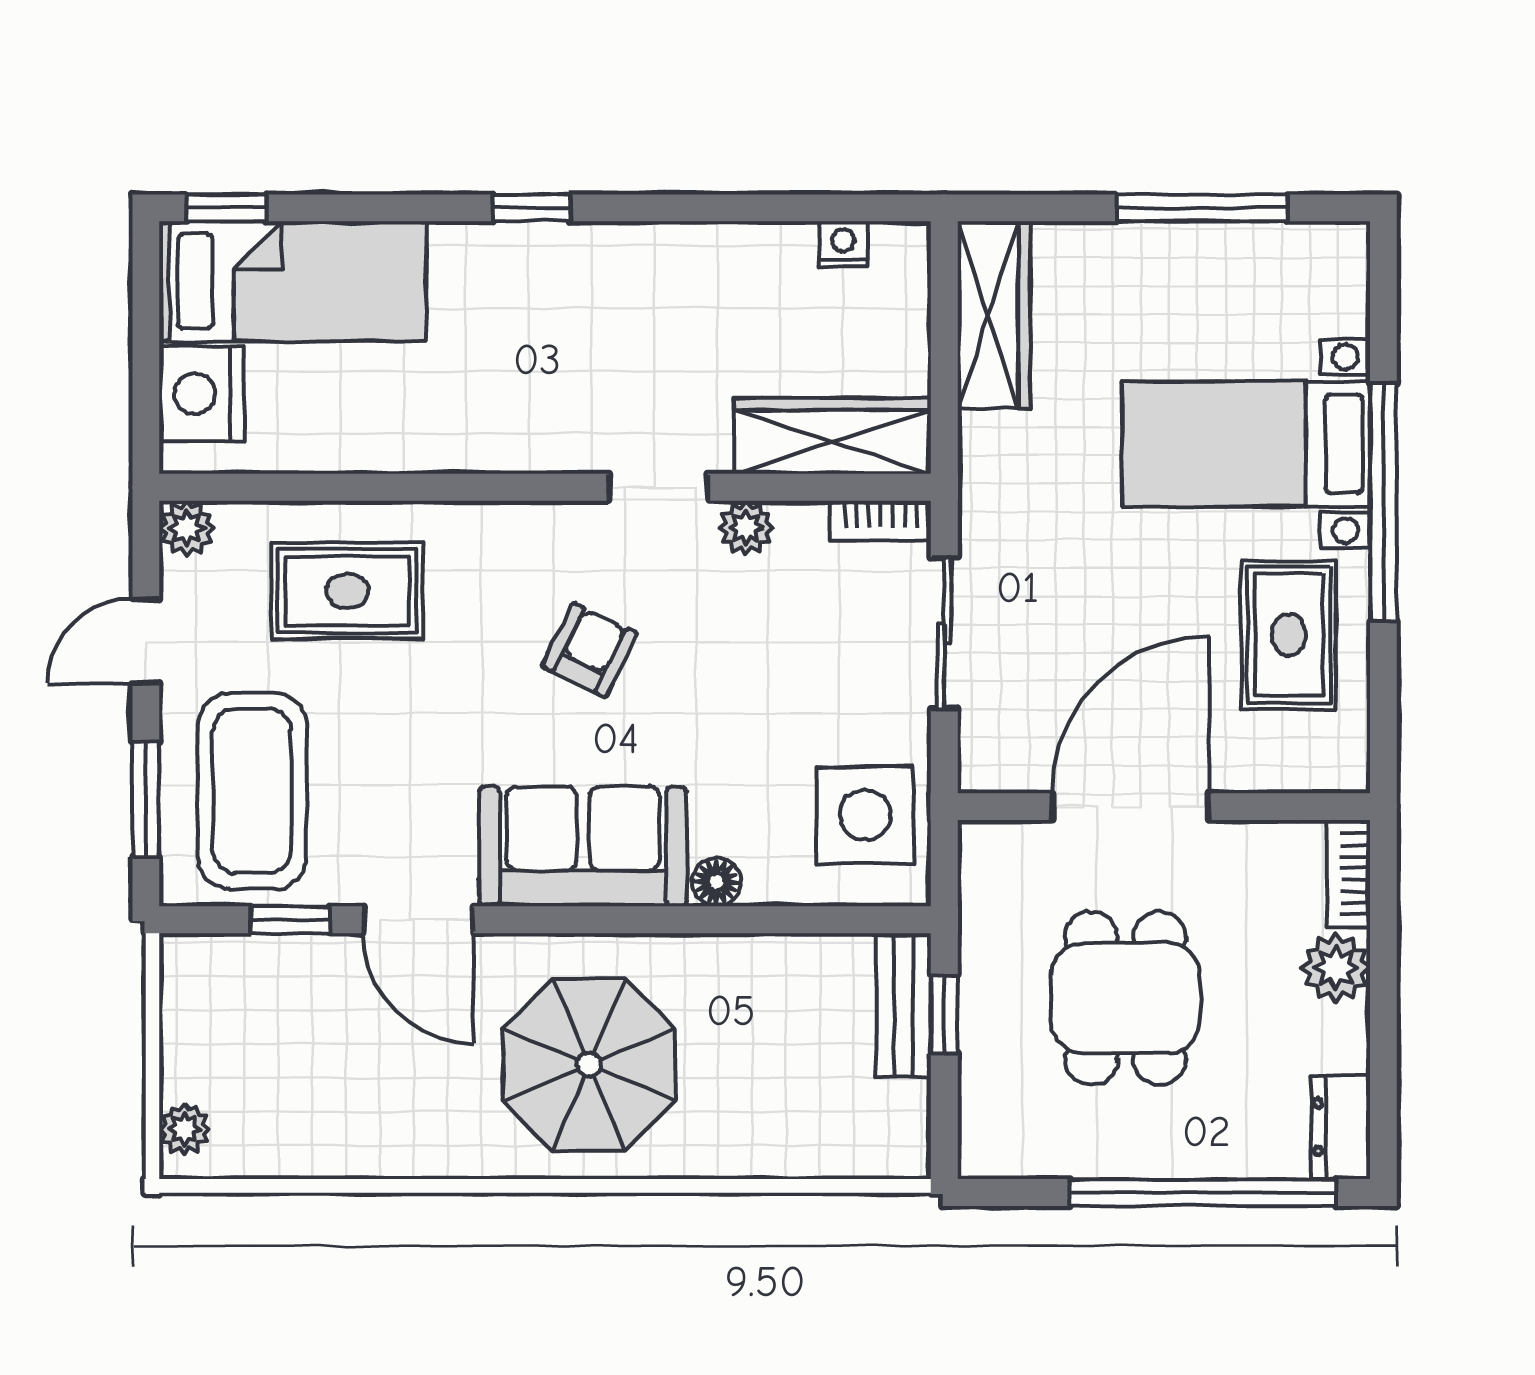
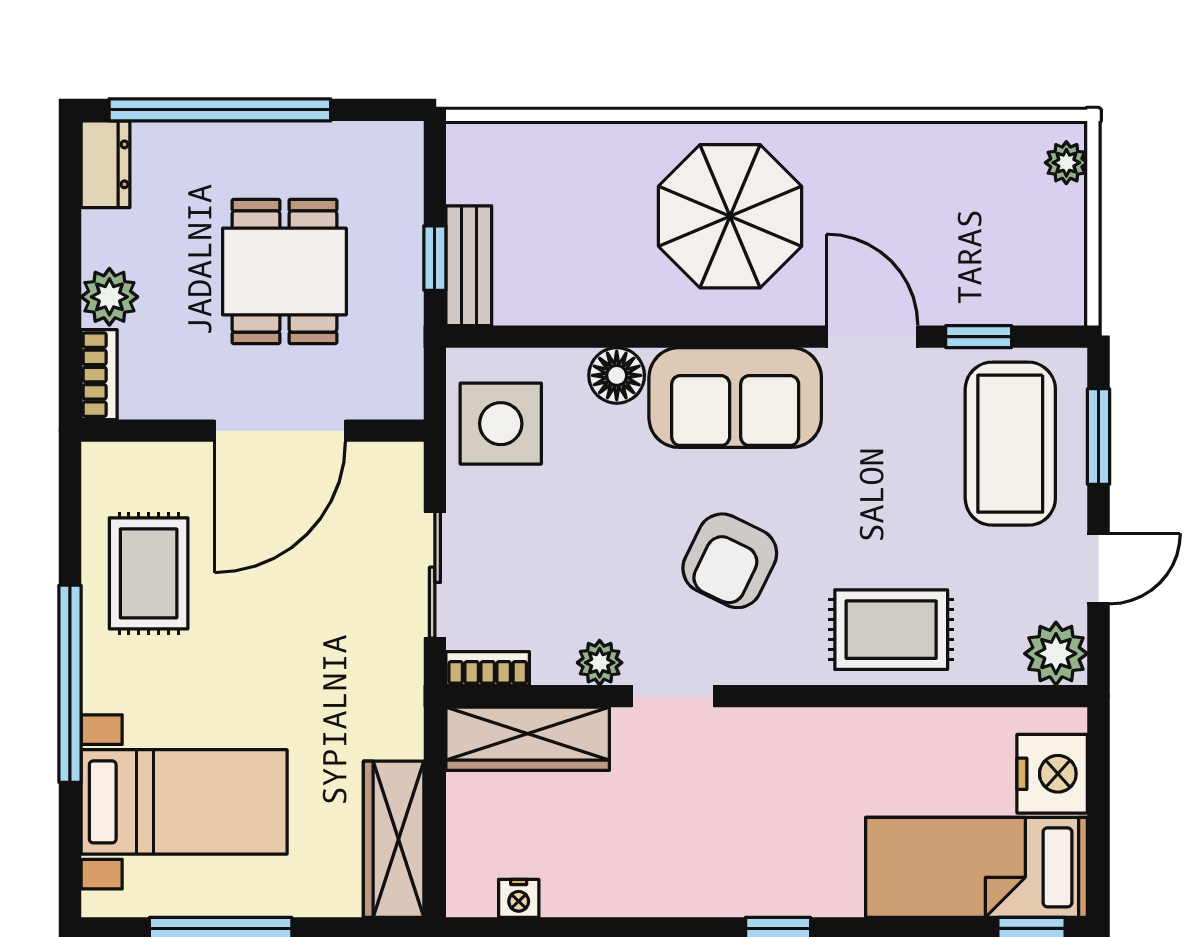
bed with nightstands: (1246, 444) -> (184, 802), moved
plant: (187, 528) -> (1056, 654), width x1.38, depth x1.38
rug: (347, 591) -> (891, 630), moved
armchair: (590, 650) -> (730, 561), width x1.38, depth x1.38
floor lamp: (717, 882) -> (617, 375), width x1.37, depth x1.37

